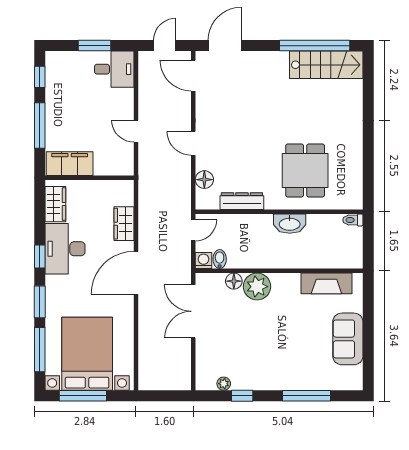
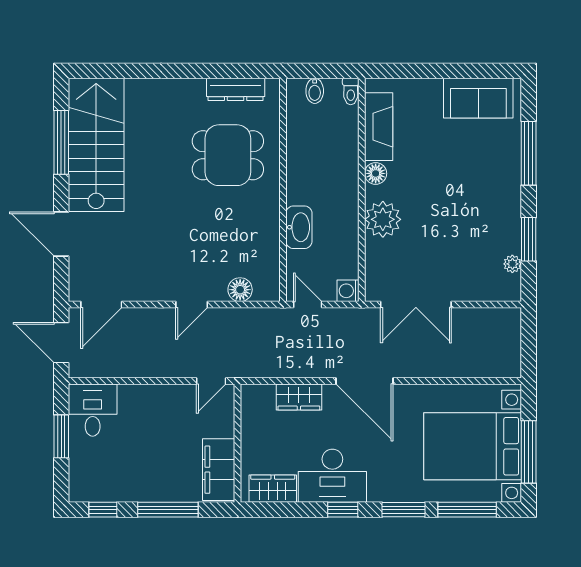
door: (165, 46) -> (61, 343), width x1.38
door: (225, 46) -> (61, 234), moved
window: (315, 46) -> (61, 142), width x0.68
stairs: (326, 65) -> (96, 145), width x1.36, depth x1.51
door: (136, 131) -> (211, 381), moved
dresser: (242, 201) -> (236, 89), moved, turned -90
toilet: (353, 220) -> (351, 91), moved
washbasin: (290, 224) -> (299, 227), moved
bidet: (220, 259) -> (315, 91), moved, turned -90
floor lamp: (234, 281) -> (376, 173), moved
sofa: (348, 339) -> (478, 98), moved
window: (242, 396) -> (529, 239), width x1.50

